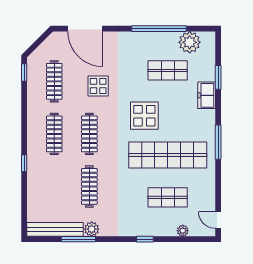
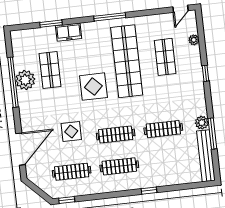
plant: (190, 42) -> (25, 80), moved

